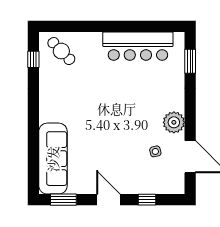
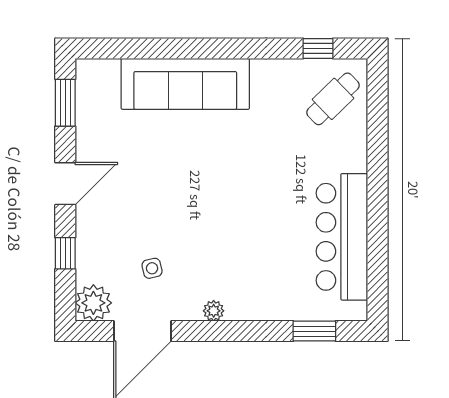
plant: (174, 122) -> (214, 311), width x0.53, depth x0.53
sofa: (53, 159) -> (185, 84), moved
plant: (175, 184) -> (93, 303), added

